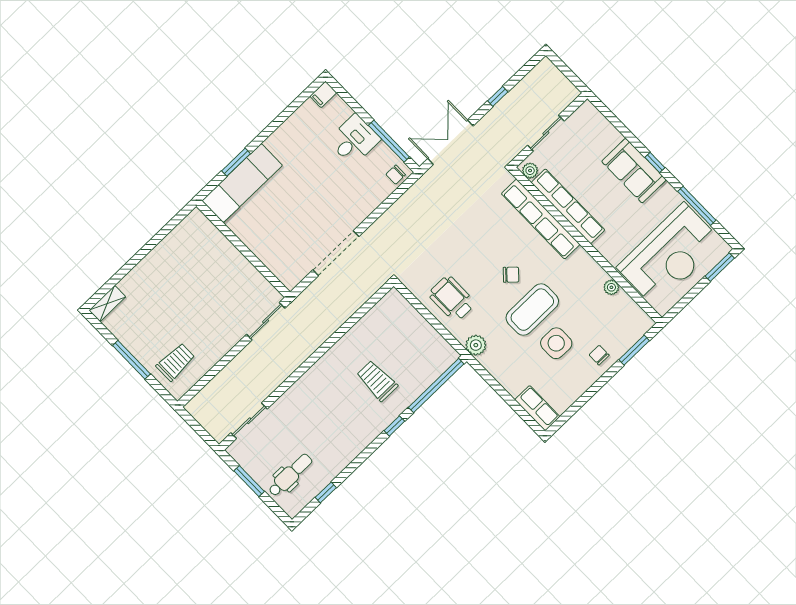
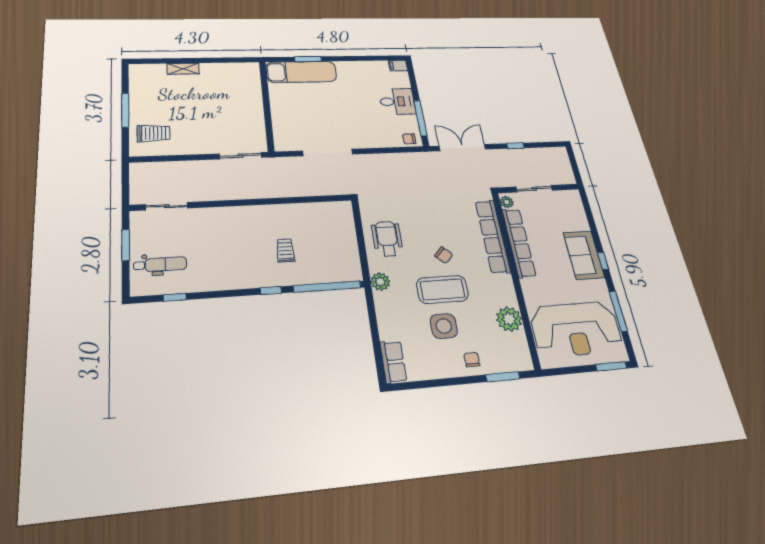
plant: (611, 287) -> (509, 319), width x1.88, depth x1.88
shelving: (107, 303) -> (183, 69), moved
trolley: (377, 381) -> (285, 250), width x0.73, depth x0.72

